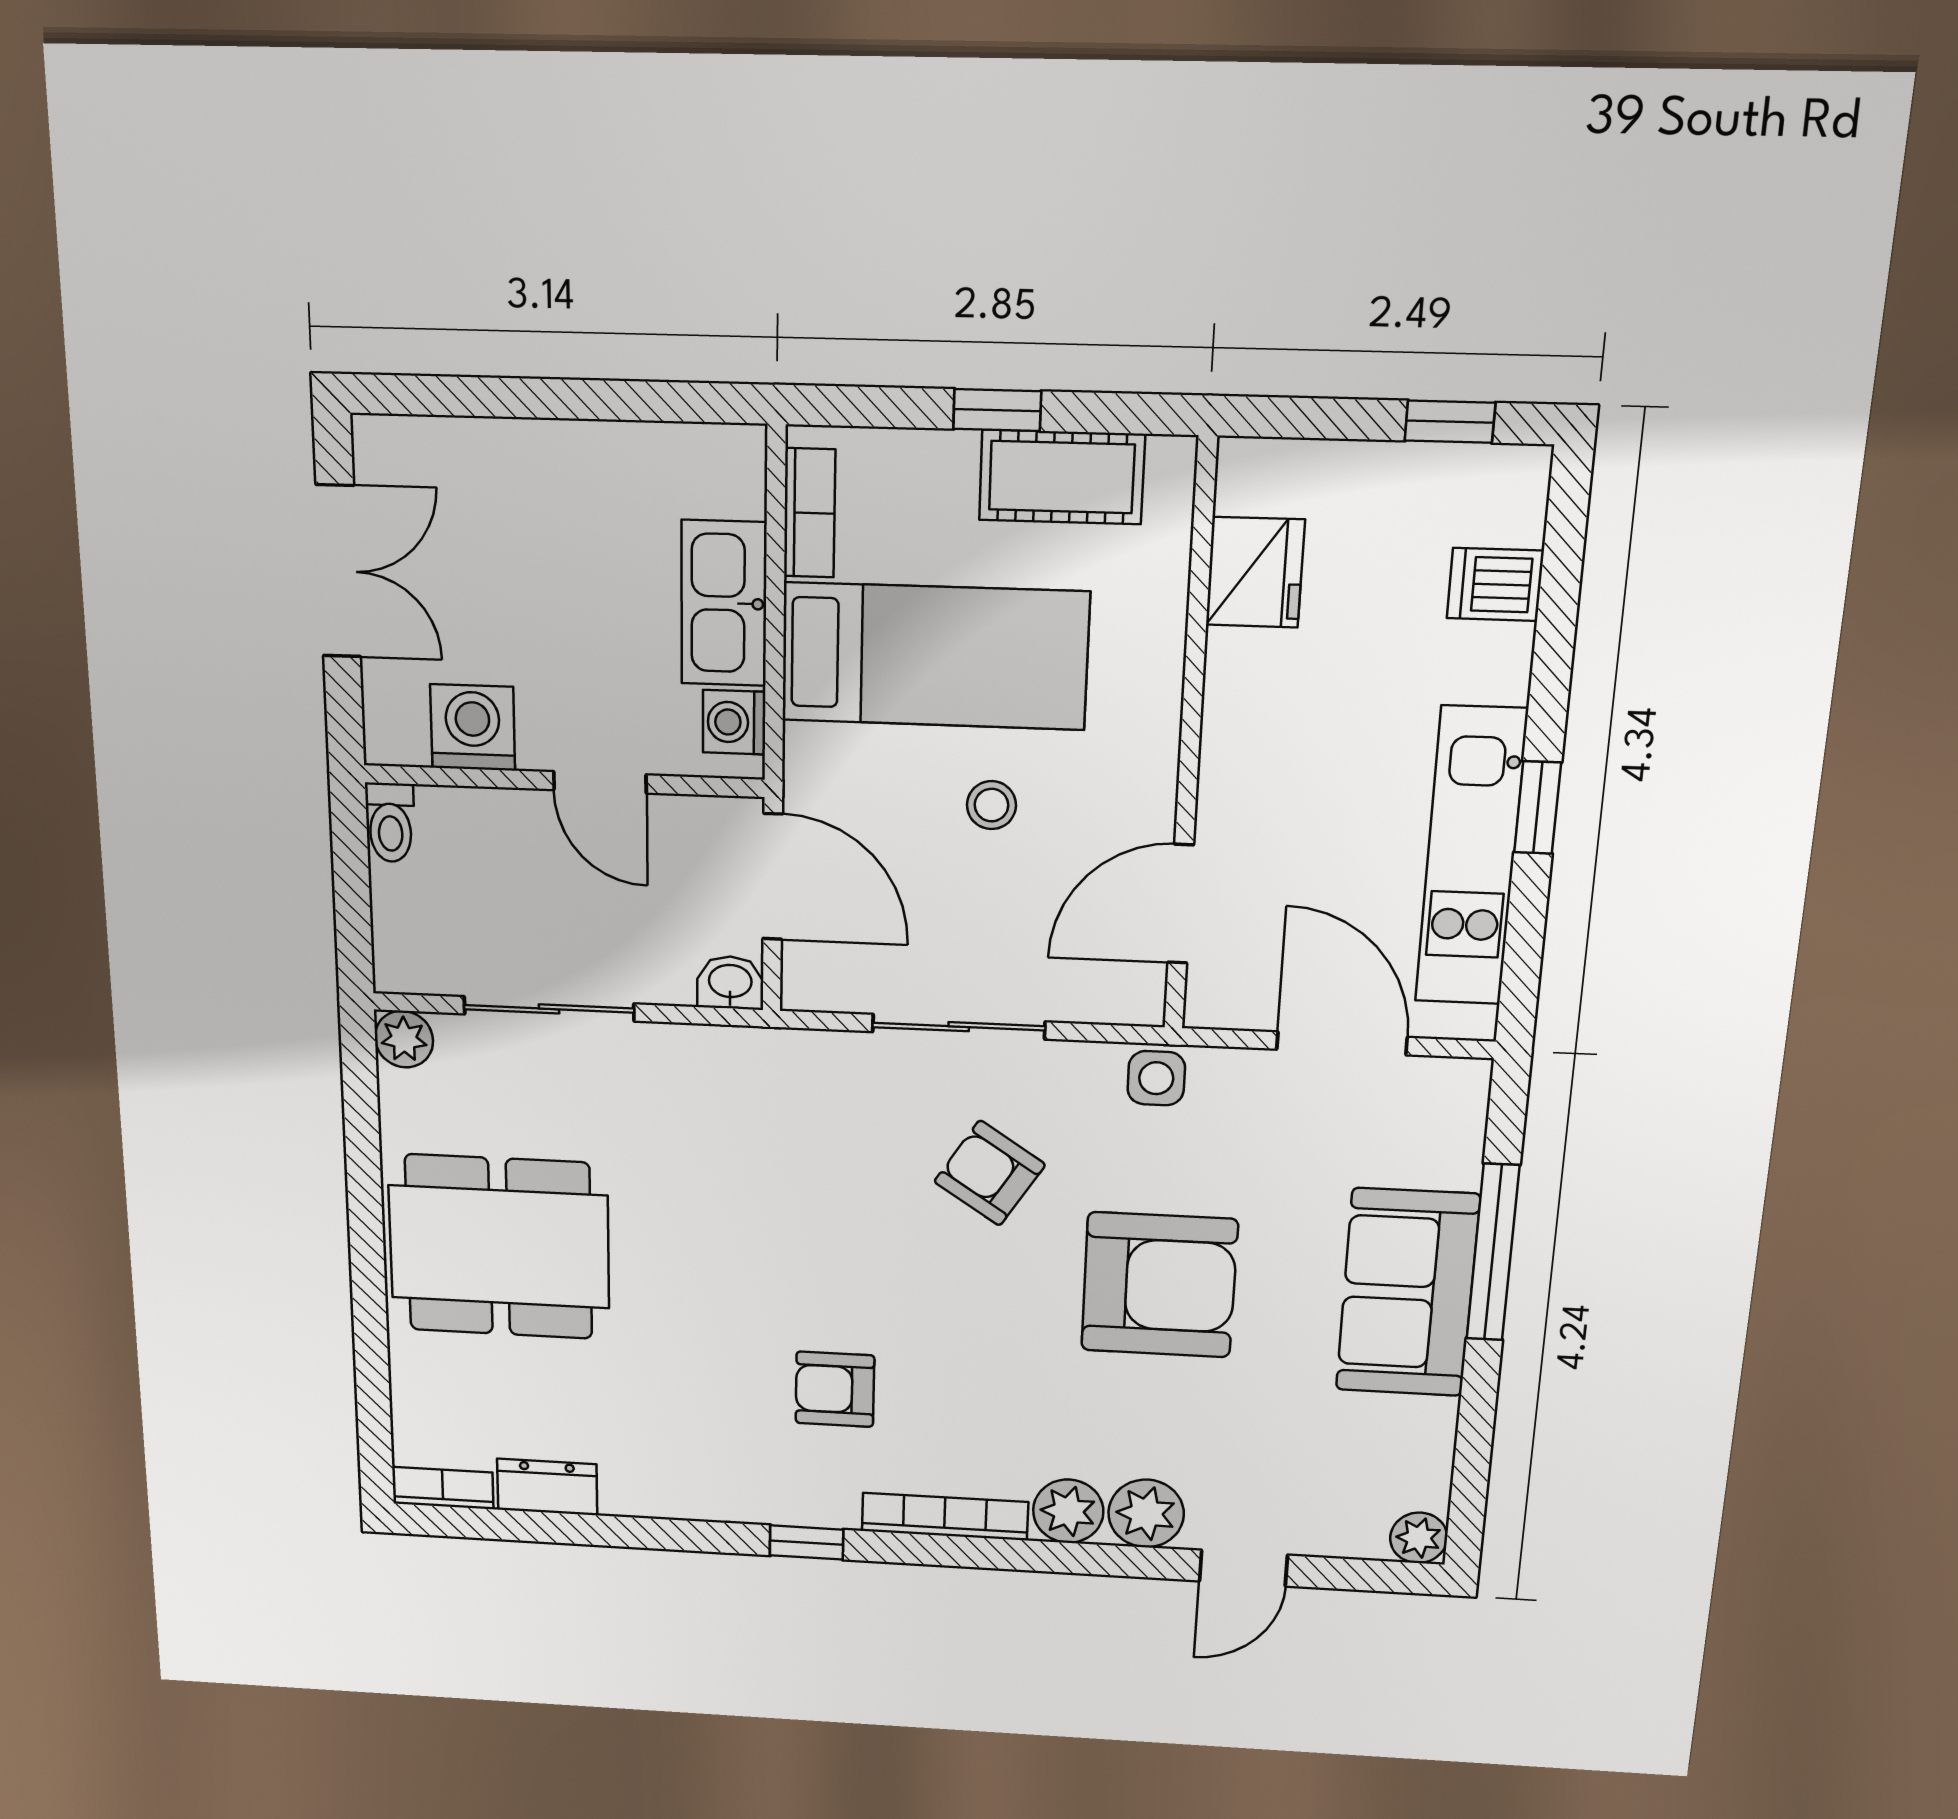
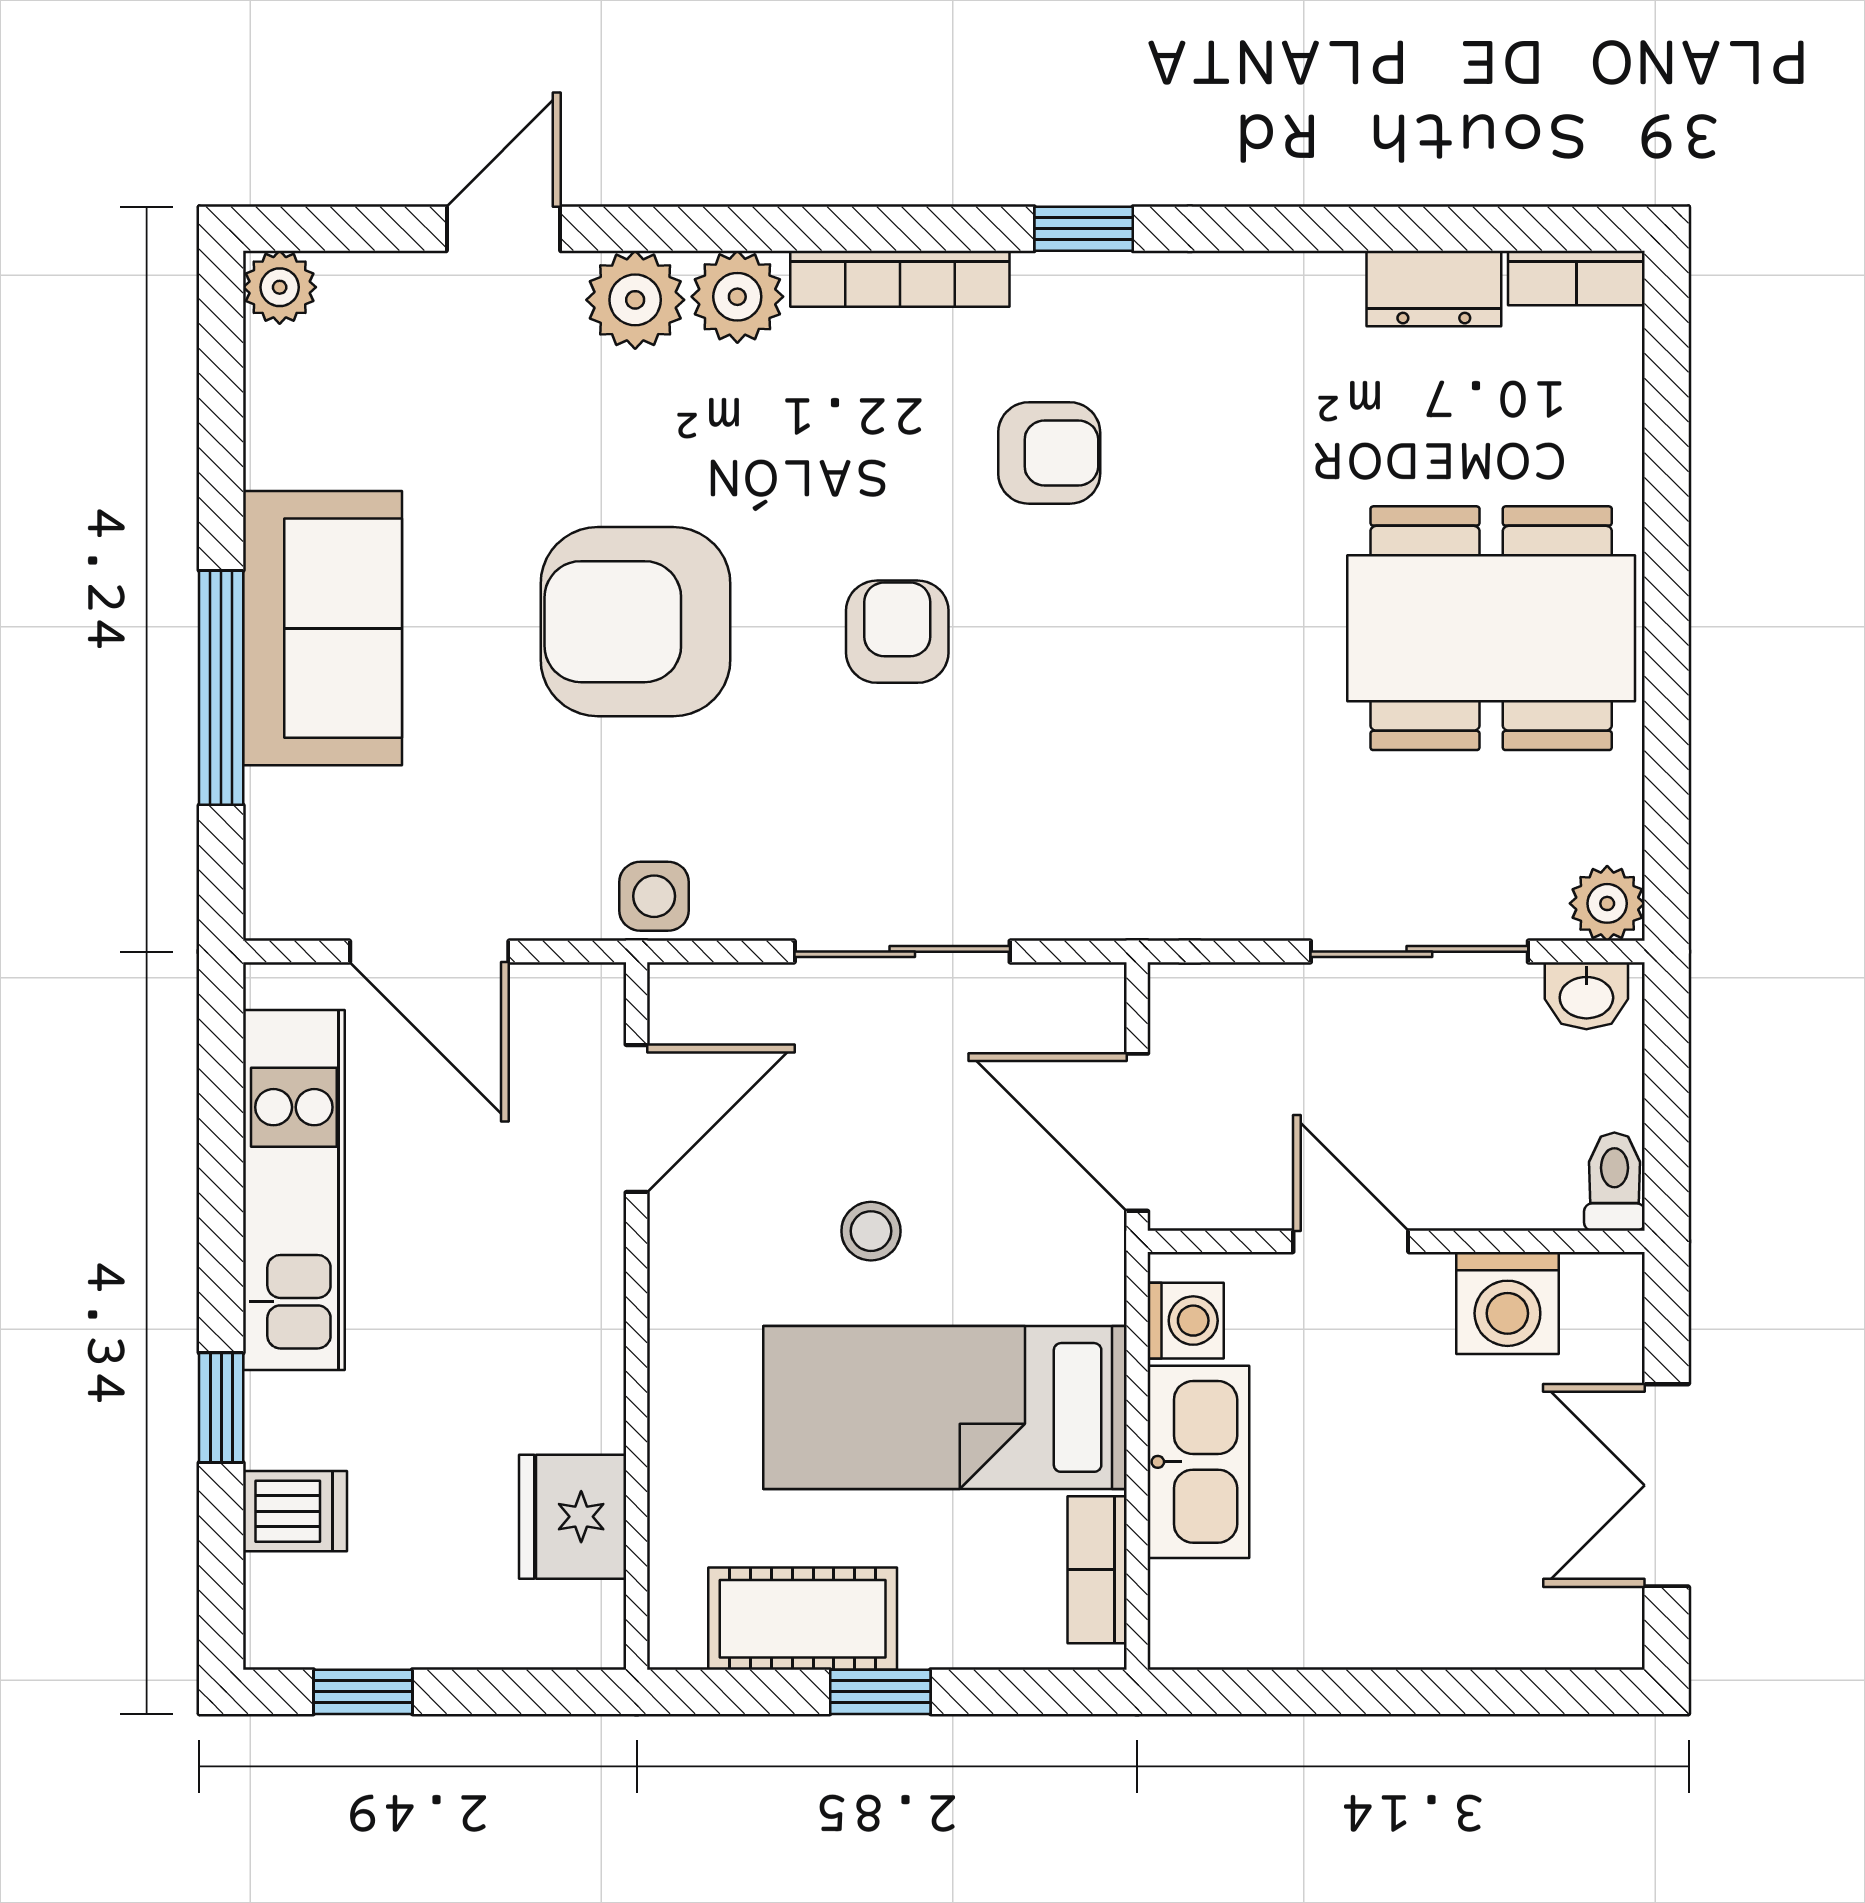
window: (1538, 808) -> (221, 1408), moved
washbasin: (730, 983) -> (1586, 996), moved
armchair: (990, 1173) -> (897, 632), moved, turned -123

